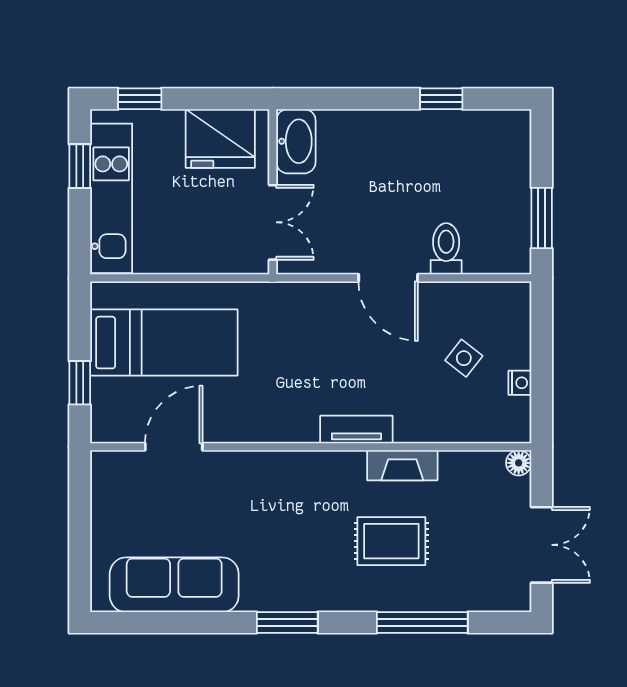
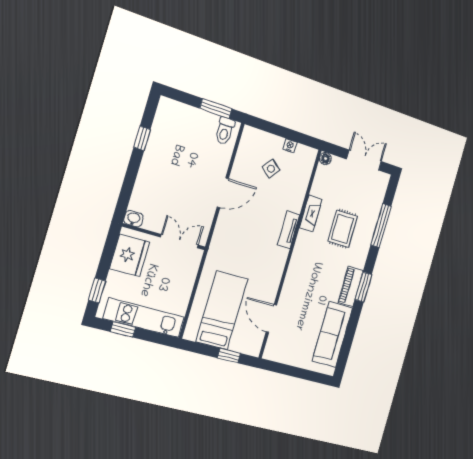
washbasin: (296, 141) -> (133, 219), width x0.52, depth x0.69
toilet: (446, 249) -> (225, 131), moved, turned -90
piano: (281, 594) -> (351, 286), added

